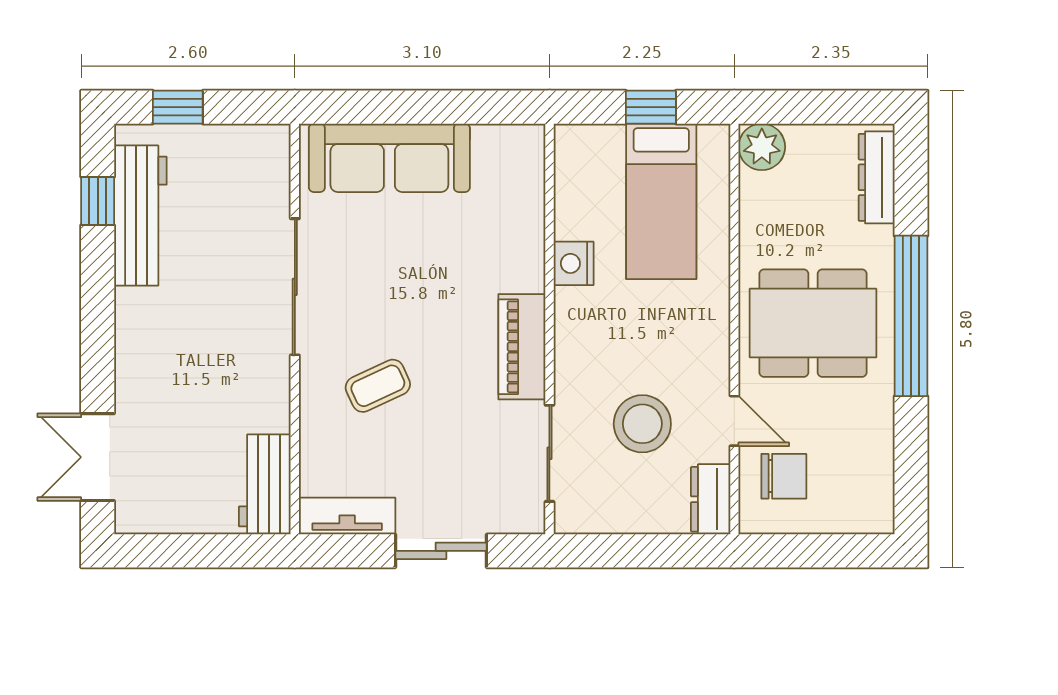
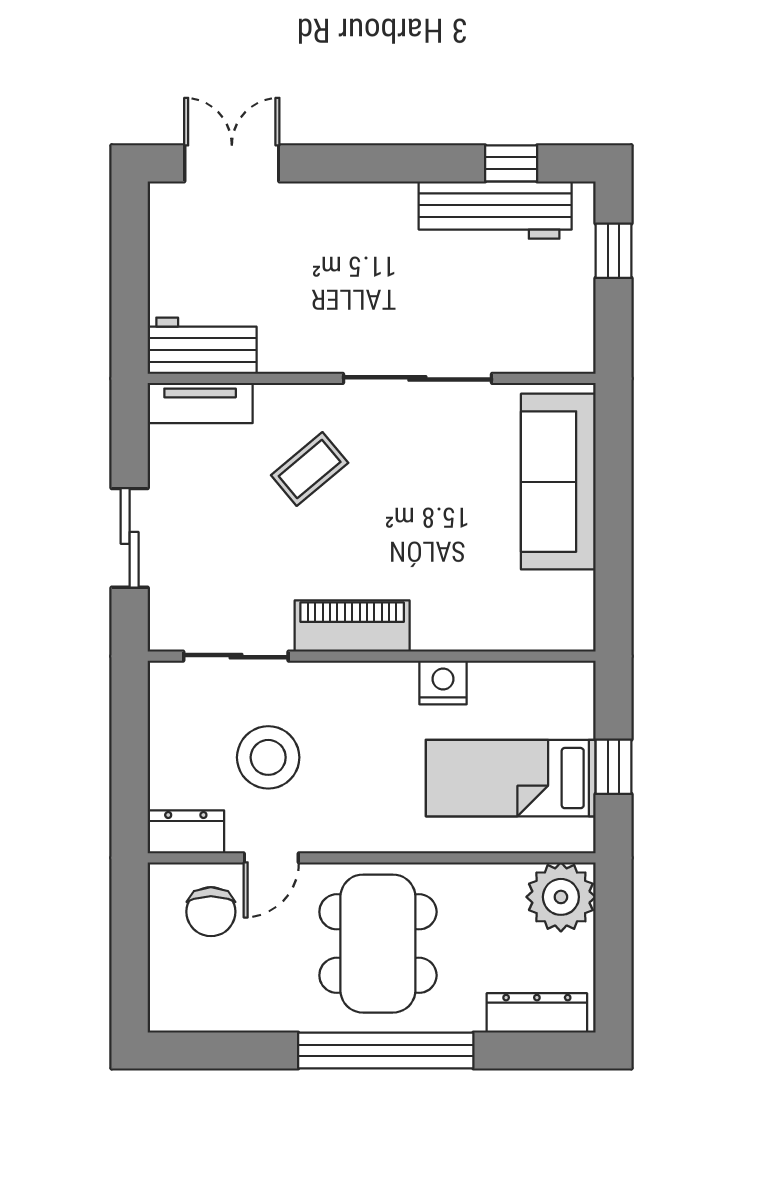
plant: (762, 147) -> (561, 897), width x1.36, depth x1.36
coffee table: (378, 386) -> (310, 469), turned 75
tv unit: (347, 516) -> (200, 403), moved, turned 90

